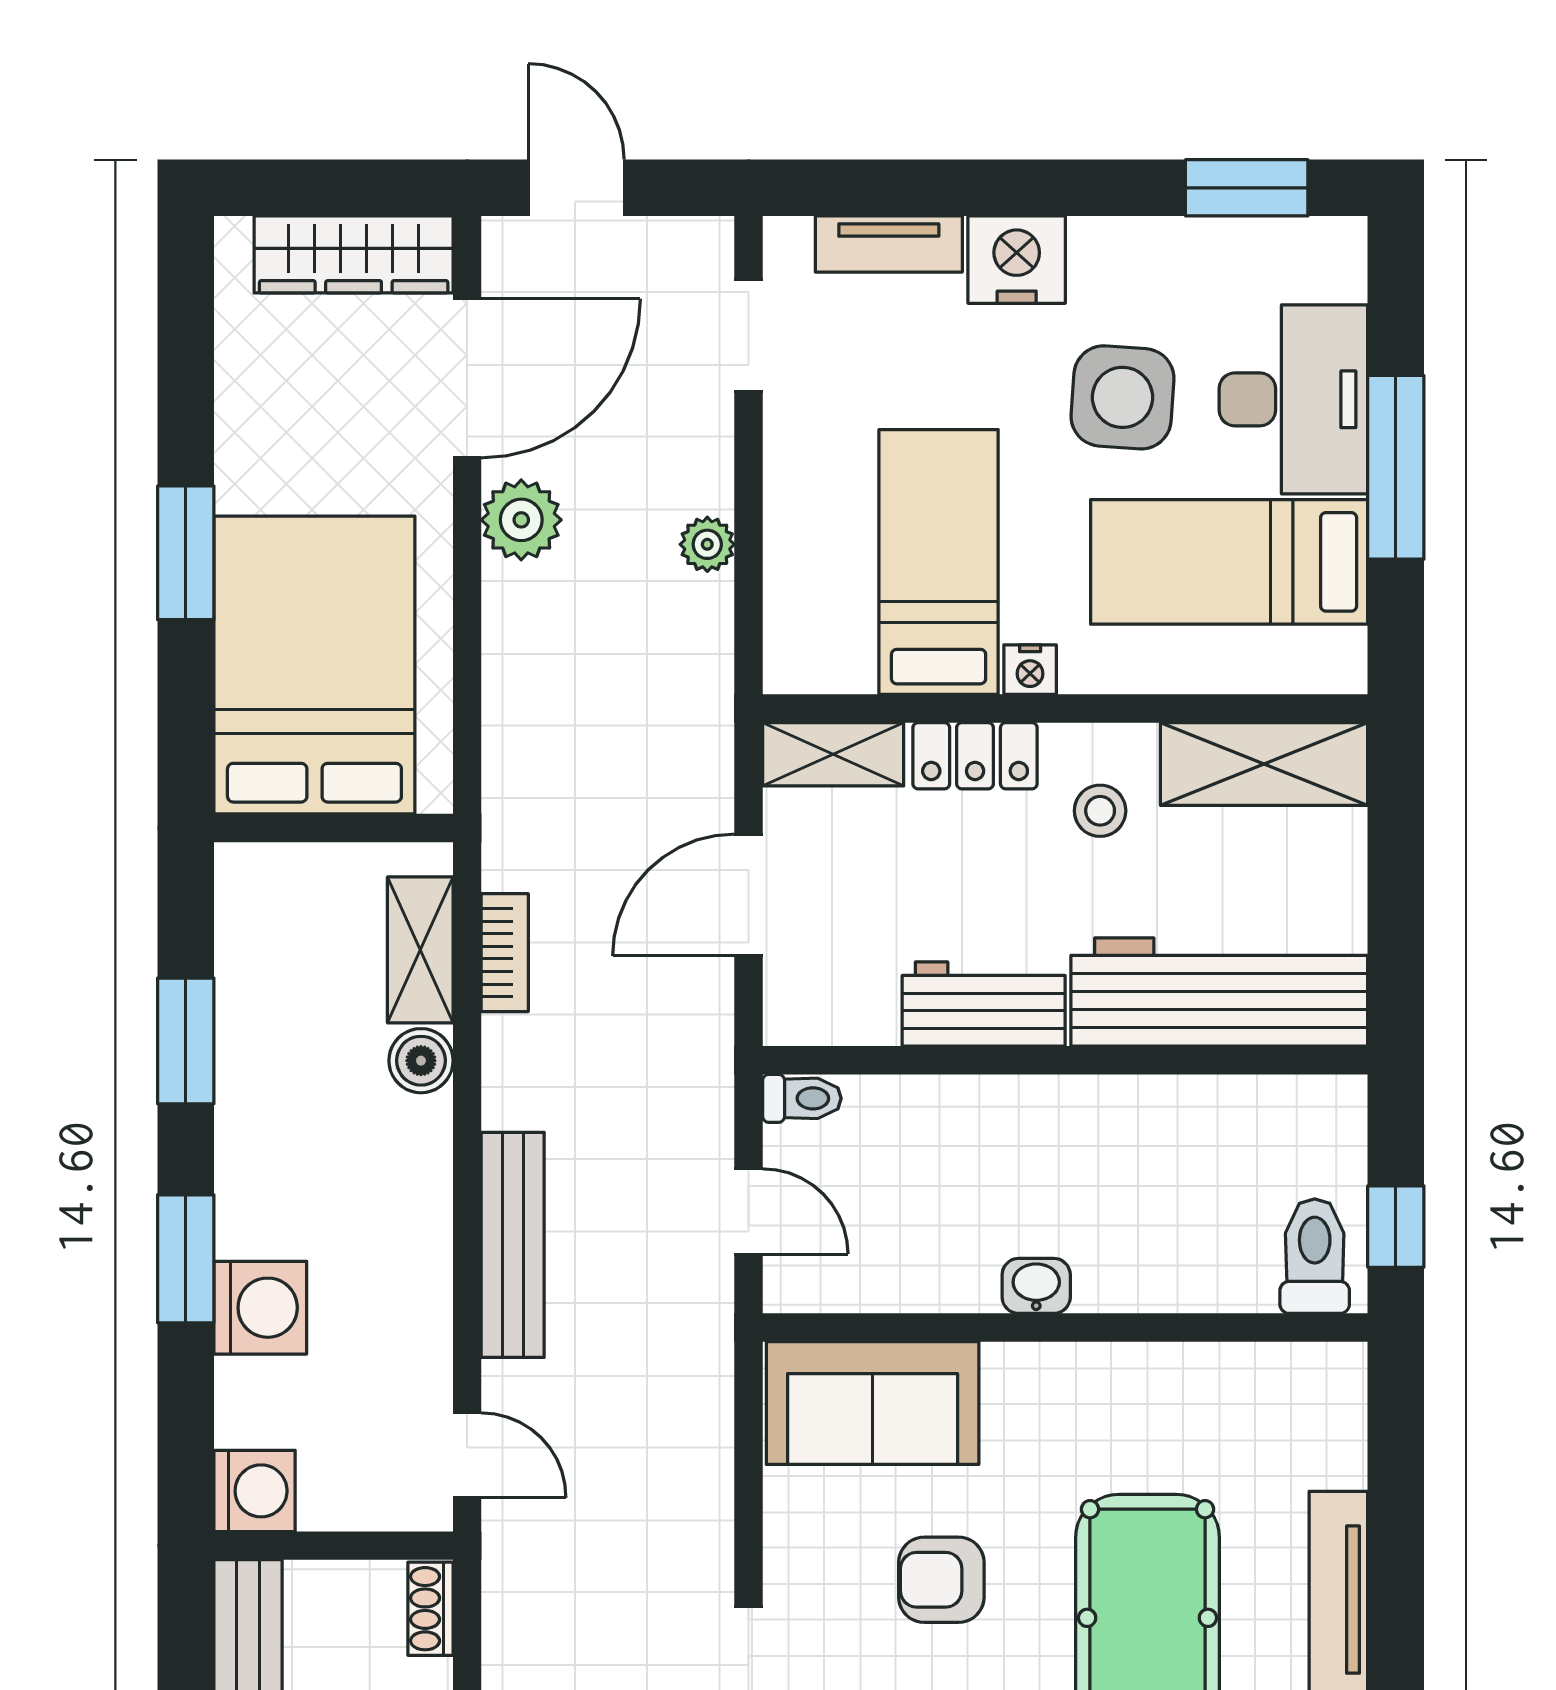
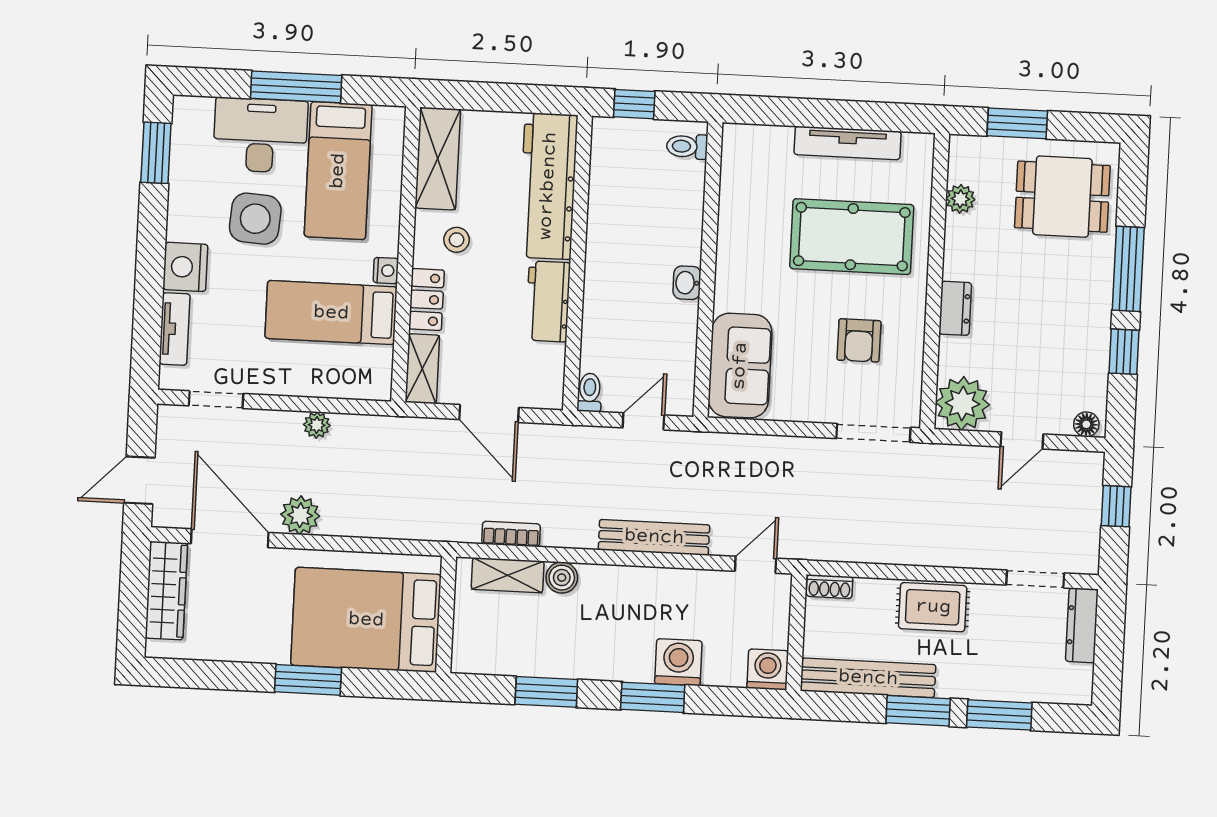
window: (1396, 1227) -> (634, 104), moved
toilet: (1315, 1256) -> (687, 146), width x0.73, depth x0.72
armchair: (941, 1580) -> (859, 340), moved

